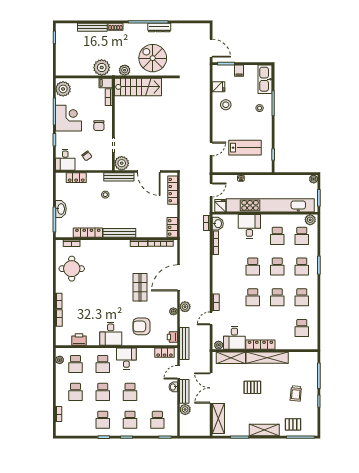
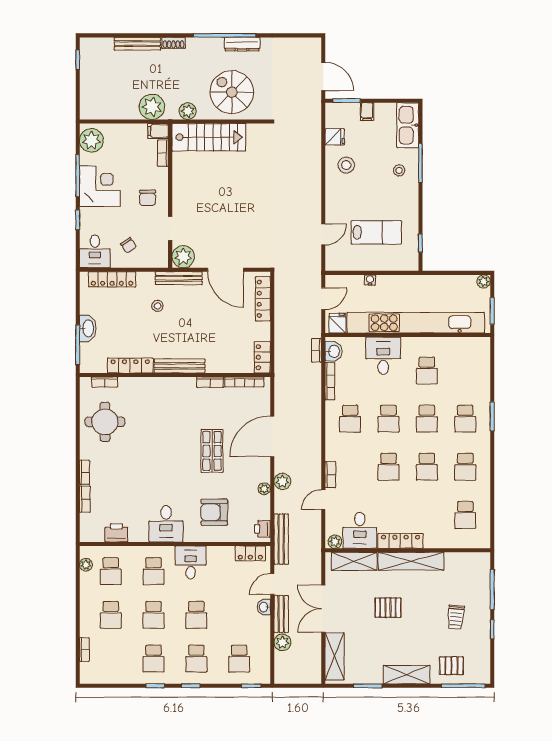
locker: (76, 178) -> (112, 279), width x1.53
plant: (310, 220) -> (478, 345), removed
school desk: (302, 236) -> (350, 419), moved

